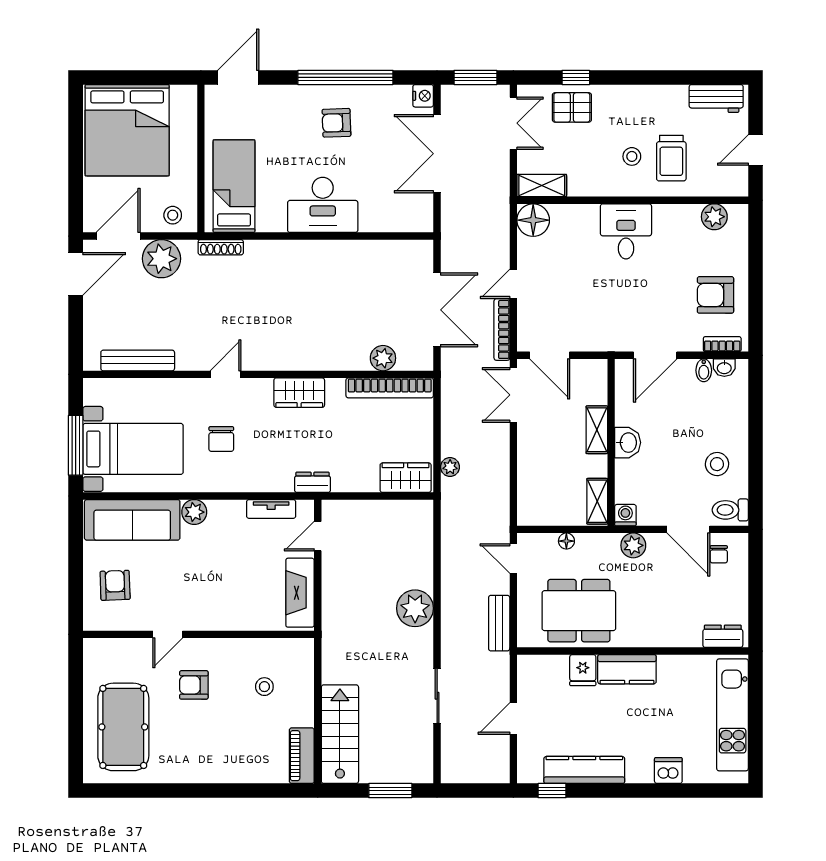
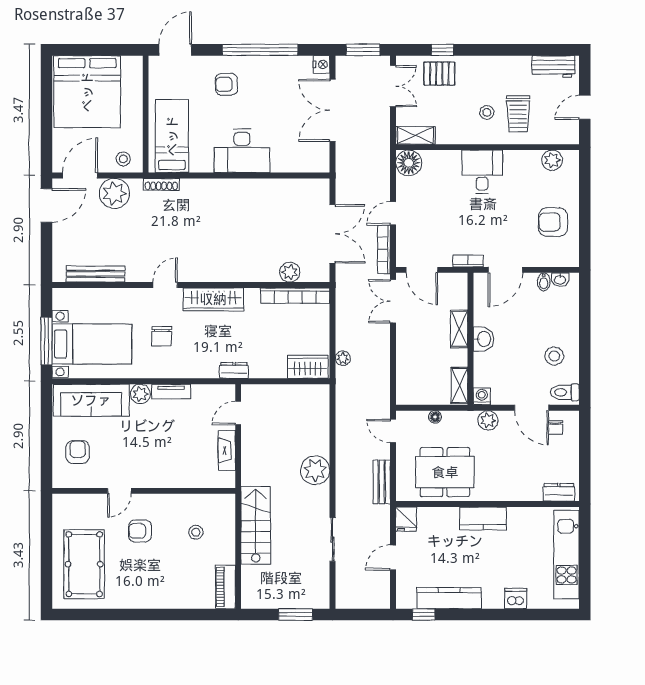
armchair: (336, 123) -> (226, 84), moved
bookcase: (722, 344) -> (468, 261), moved
wardrobe: (299, 393) -> (213, 299), width x1.50
tv unit: (271, 509) -> (171, 392), moved
fireplace: (300, 593) -> (227, 450), width x0.73, depth x0.76
fridge: (583, 670) -> (406, 519), moved
stairs: (340, 734) -> (256, 525), moved

